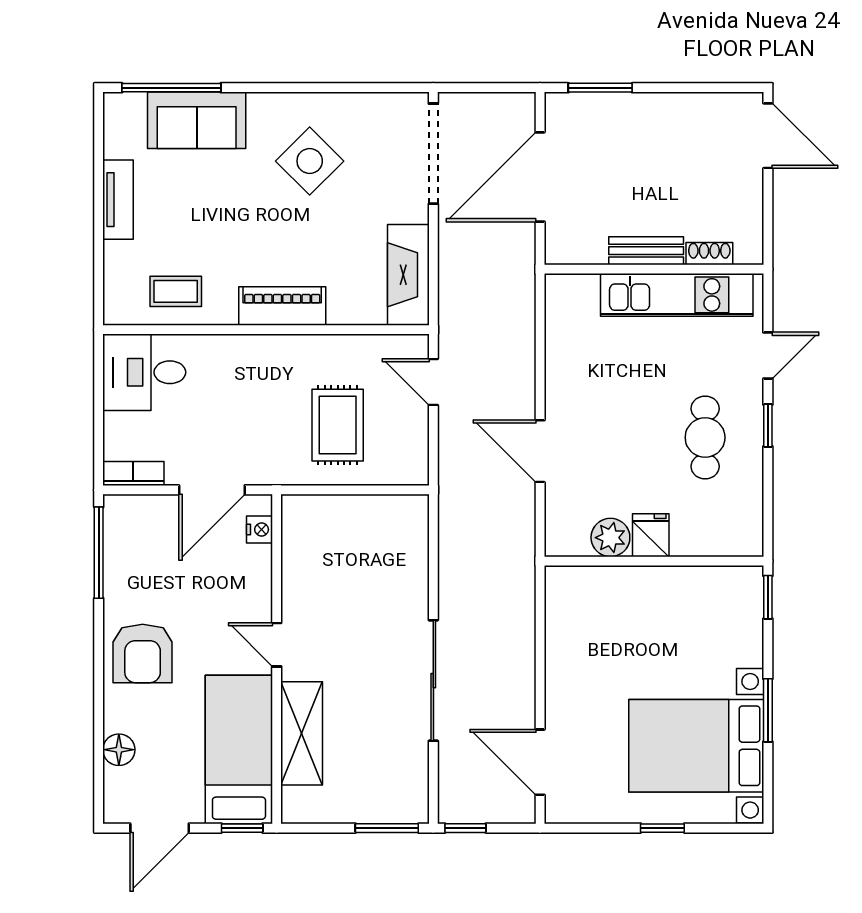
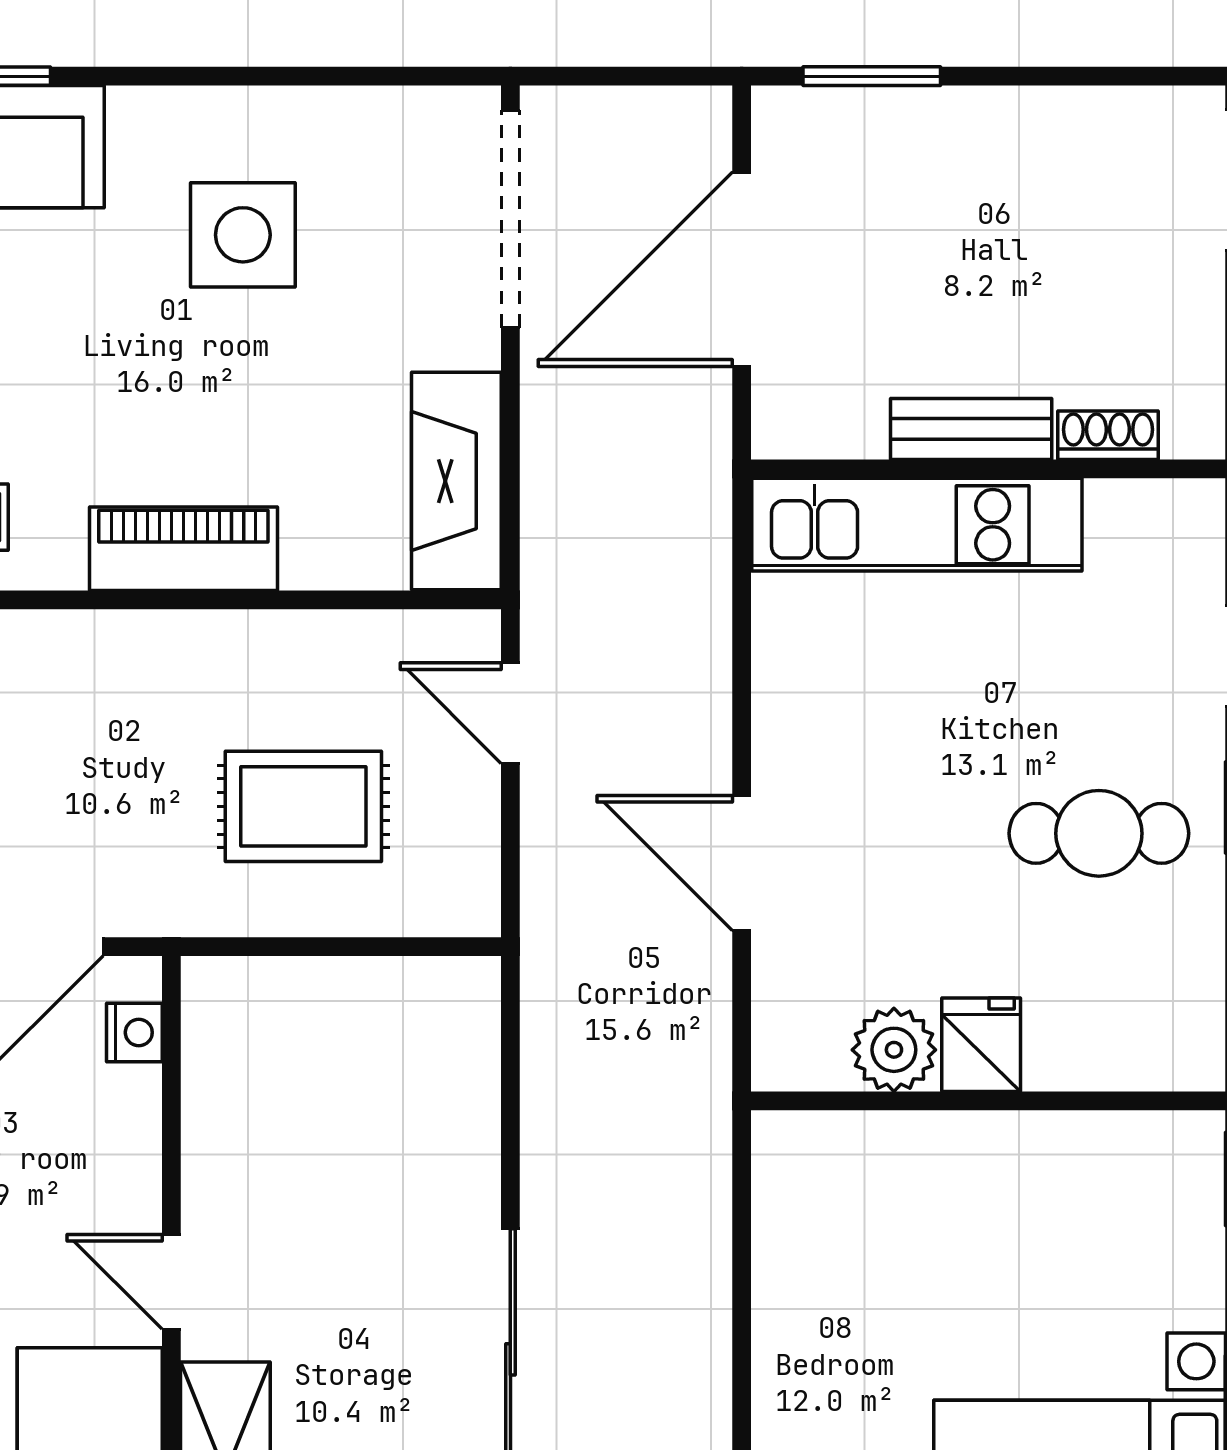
side table: (310, 161) -> (243, 235), turned 45
kitchen unit: (677, 295) -> (917, 525), moved
rug: (338, 425) -> (303, 806), turned 90
cafe table: (705, 437) -> (1099, 833), turned 90

